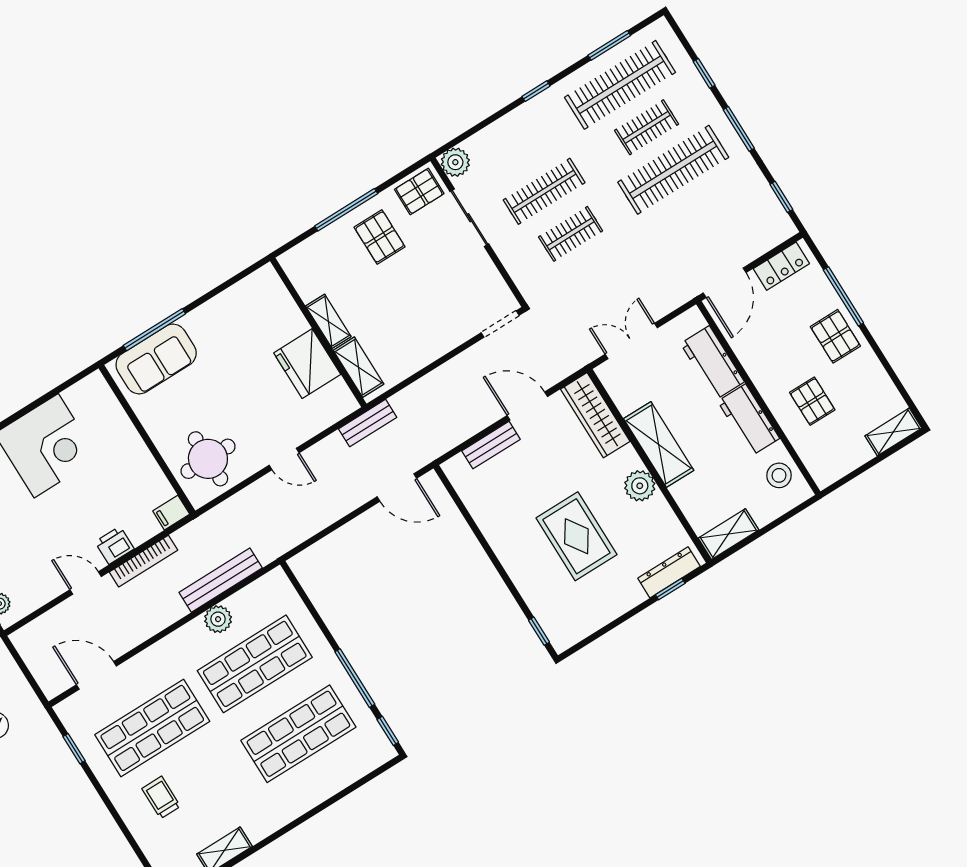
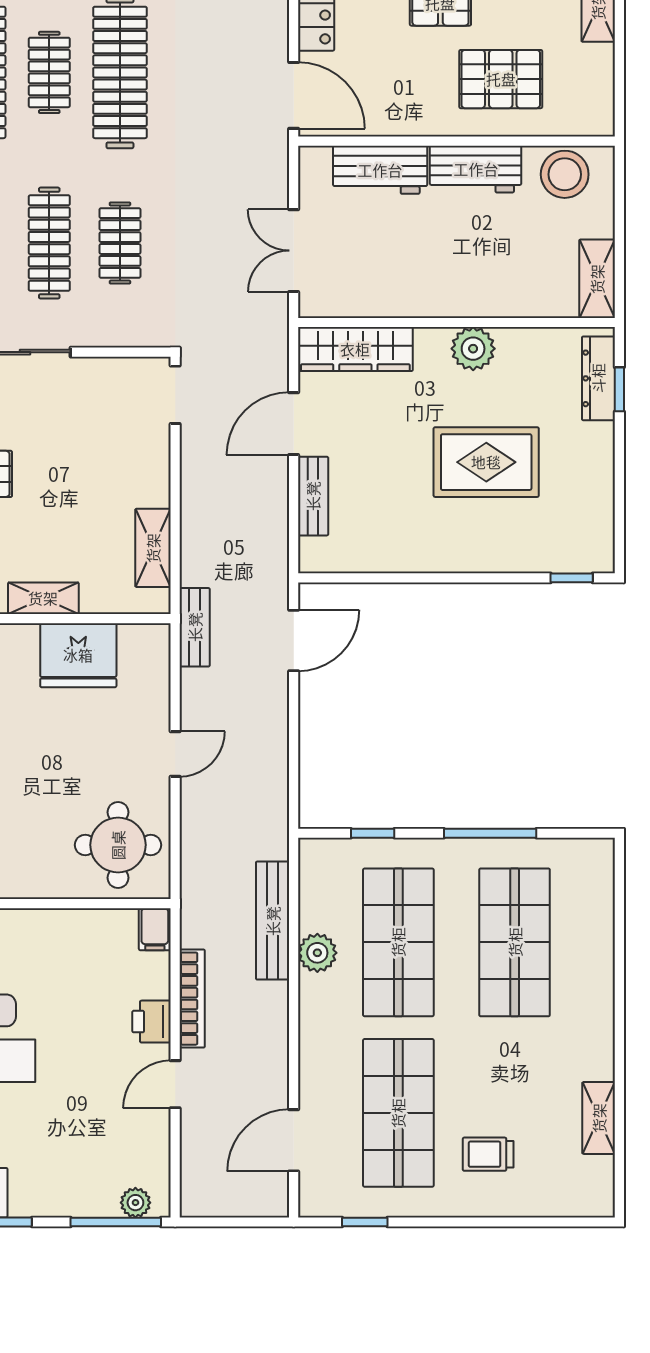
shelving: (358, 367) -> (153, 548), moved, turned 90
pallet: (812, 401) -> (501, 79), width x1.50, depth x1.42
shelving: (659, 444) -> (438, 295), removed
stool: (779, 475) -> (565, 174), width x1.38, depth x1.38
window: (388, 731) -> (373, 833), moved

